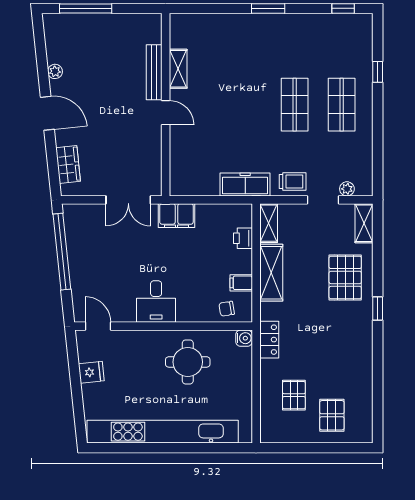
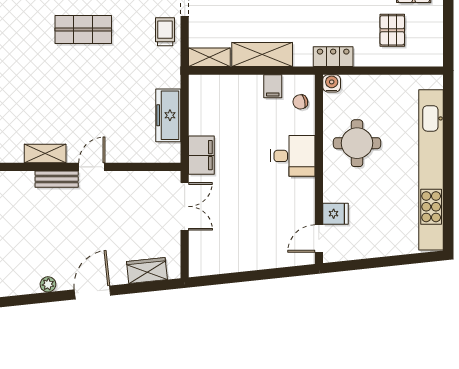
bench: (154, 72) -> (57, 179), width x0.73
freezer: (245, 184) -> (168, 115), moved
printer: (243, 238) -> (225, 84), removed
window: (62, 252) -> (240, 277), removed
desk: (156, 302) -> (293, 156), moved
chair: (227, 309) -> (300, 102), turned 86
fridge: (91, 372) -> (336, 214), moved, turned 96
pallet: (294, 395) -> (392, 30), turned 90

